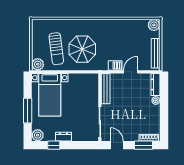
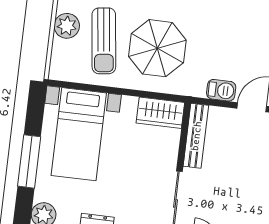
plant: (38, 64) -> (67, 26), moved
wardrobe: (87, 80) -> (160, 113), added

